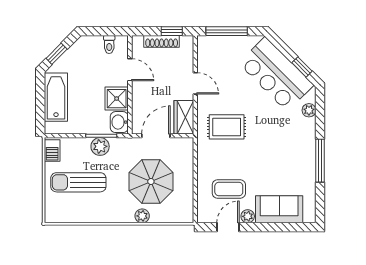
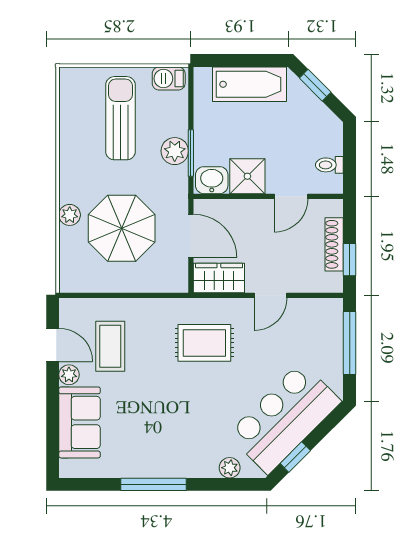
rug: (227, 127) -> (204, 343), turned 90

